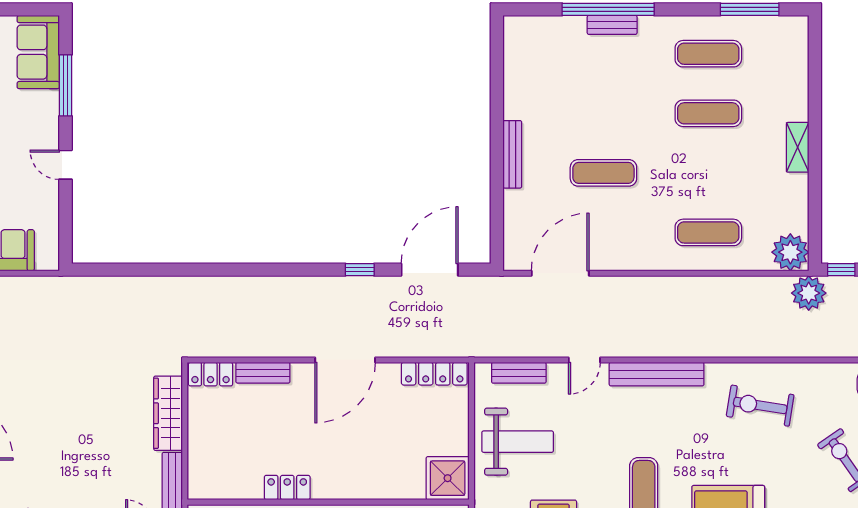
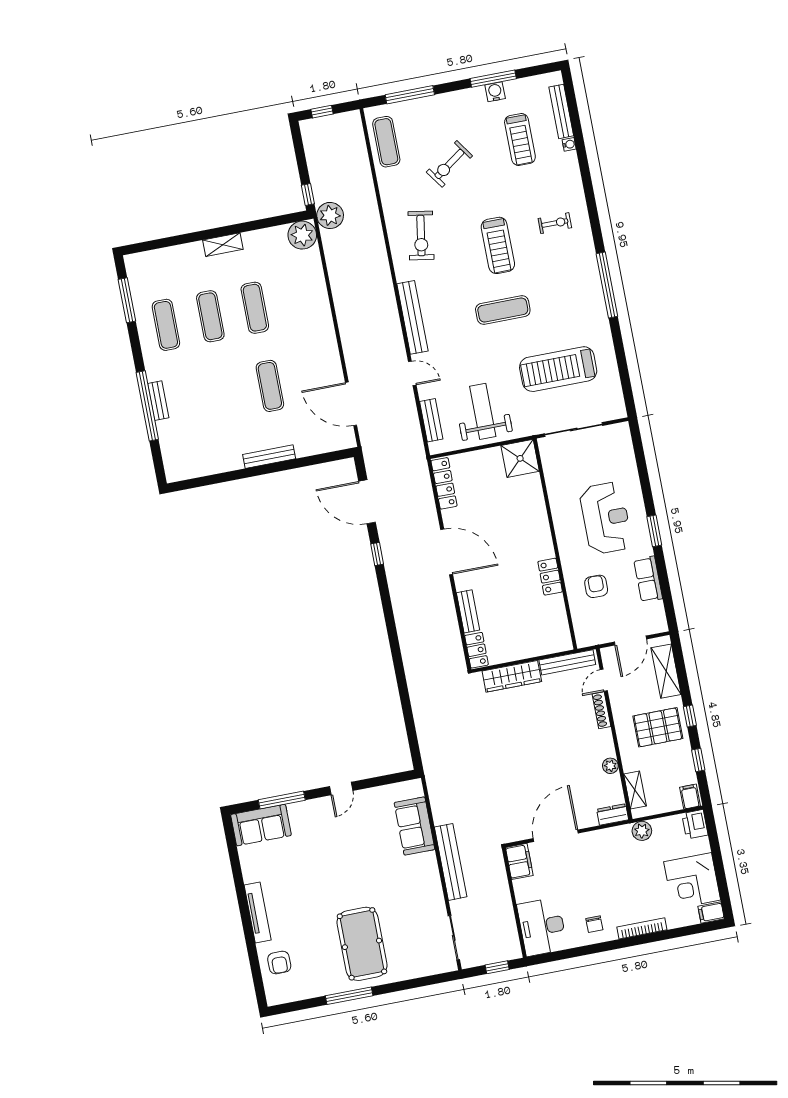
exercise mat: (708, 232) -> (255, 308), moved

